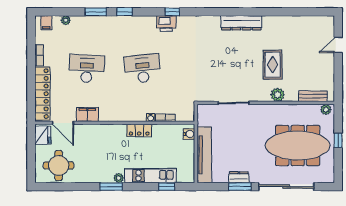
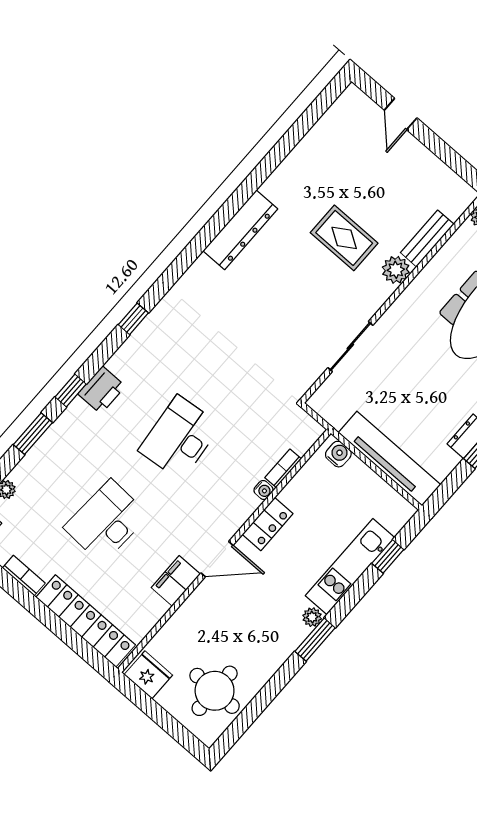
printer: (166, 23) -> (102, 390), moved
bench: (313, 96) -> (427, 238), moved
door: (63, 123) -> (217, 559), moved

